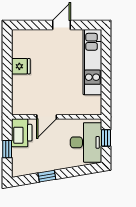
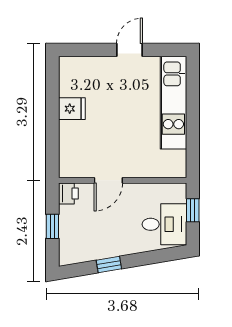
printer: (22, 133) -> (68, 194), width x0.53, depth x0.68
desk: (86, 142) -> (164, 224), width x0.73

